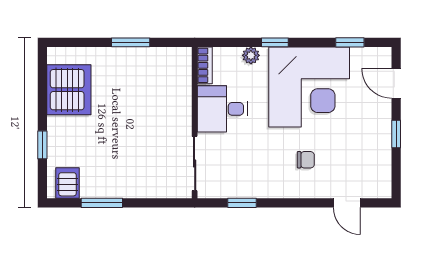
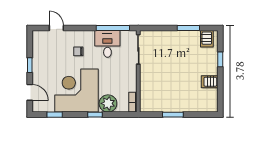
plant: (251, 55) -> (108, 103), width x1.88, depth x1.88
server rack: (69, 90) -> (210, 82), width x0.46, depth x0.70
desk: (222, 109) -> (107, 44), moved, turned -90
window: (242, 203) -> (113, 28), width x2.17

